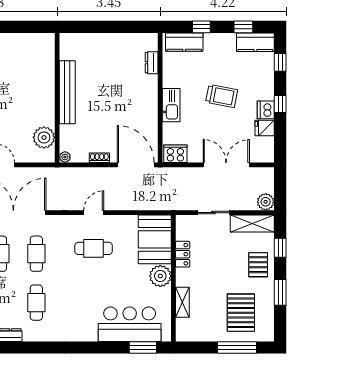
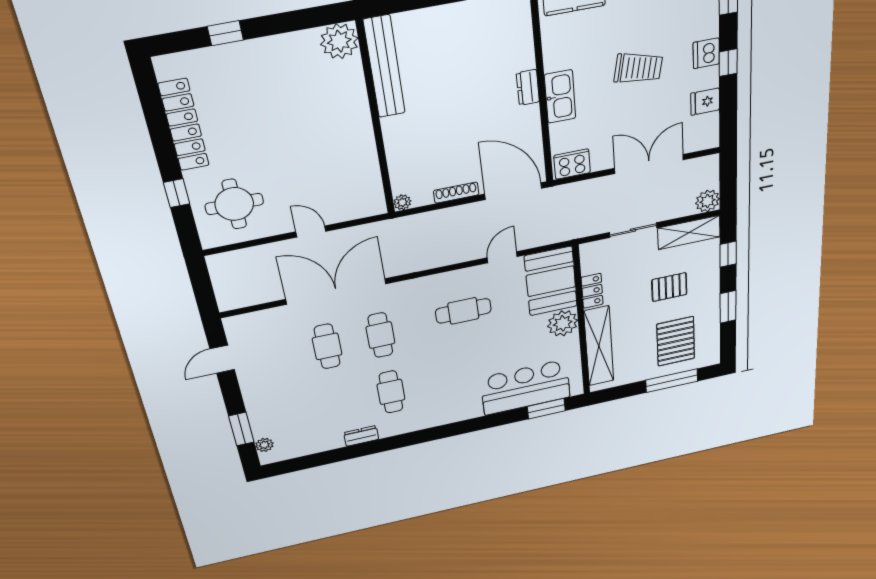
dresser: (152, 63) -> (528, 87), moved
bench: (67, 92) -> (384, 67), moved
dishwasher: (266, 110) -> (706, 53), moved
plant: (44, 137) -> (339, 41), moved
shoe rack: (99, 158) -> (456, 193), width x1.43
door: (94, 213) -> (502, 257), moved
pallet: (258, 265) -> (669, 287), moved, turned 90
shelving: (182, 302) -> (599, 346), width x2.20, depth x1.33

